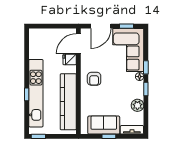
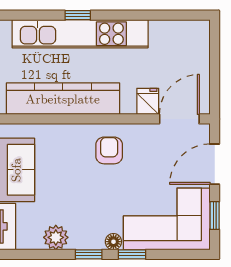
door: (101, 26) -> (215, 164), hinge flipped
door: (78, 44) -> (179, 119), hinge flipped
armchair: (94, 79) -> (109, 150), turned 90

